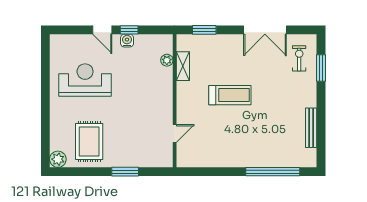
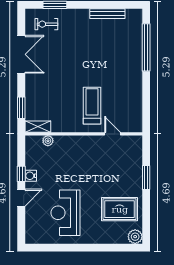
shelving: (183, 66) -> (38, 127), moved
treadmill: (230, 95) -> (92, 106), moved

